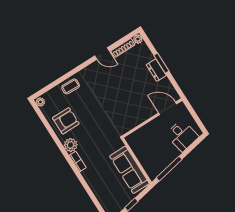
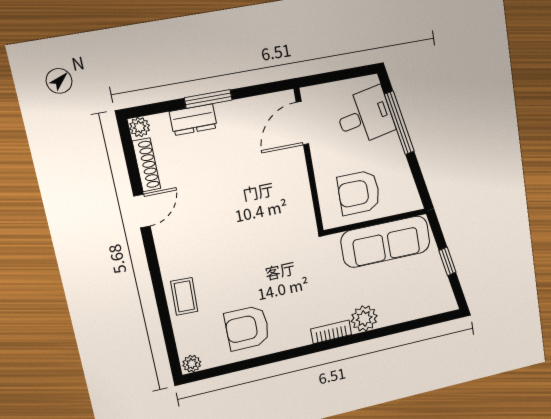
dresser: (156, 70) -> (193, 120), moved
armchair: (66, 121) -> (247, 328), turned -90
plant: (71, 145) -> (364, 318), moved
armchair: (147, 147) -> (359, 193), added
window: (169, 169) -> (399, 123), moved

